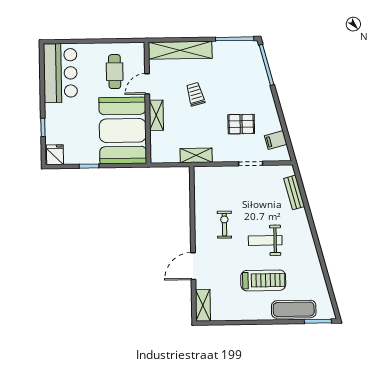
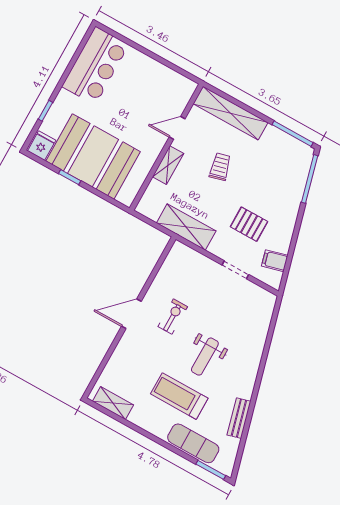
cafe table: (115, 72) -> (151, 96), removed
booth: (123, 130) -> (93, 156), moved, turned 90
shelving: (196, 155) -> (186, 227), width x1.50, depth x1.33
bench: (294, 192) -> (239, 418), moved
weight bench: (265, 240) -> (205, 357), turned -90
door: (193, 266) -> (131, 314), moved
treadmill: (263, 280) -> (179, 396), turned 180
shelving: (203, 305) -> (113, 403), moved, turned 90

